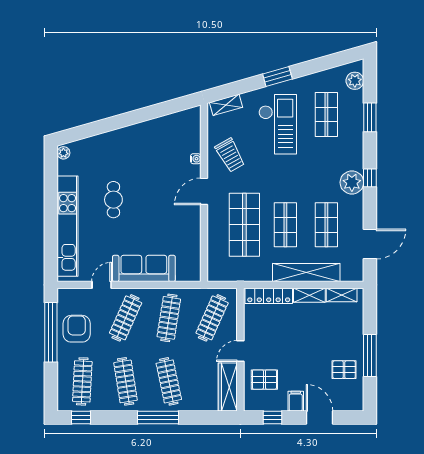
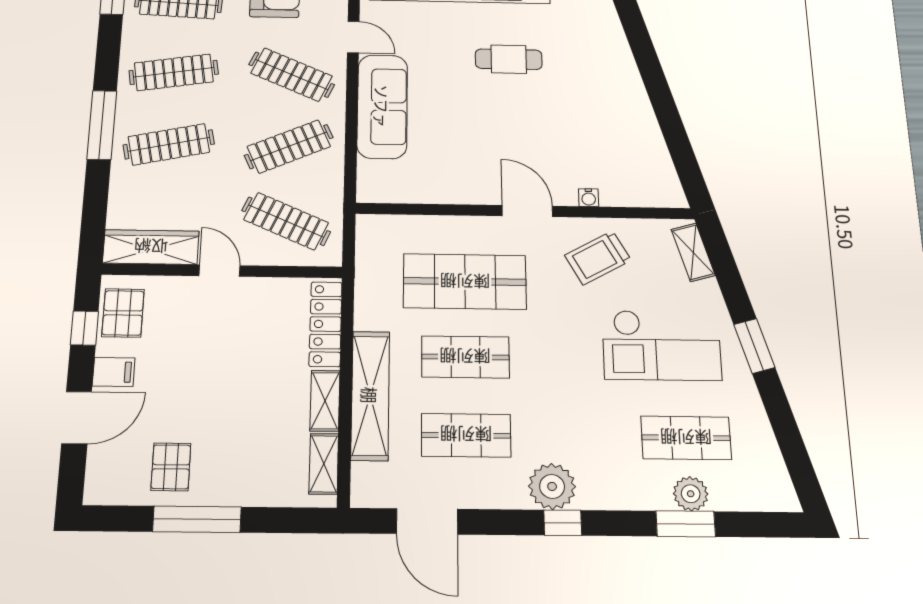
plant: (355, 81) -> (691, 494), moved
clothes rail: (169, 318) -> (289, 147), turned -33
pallet: (264, 380) -> (123, 313), moved

